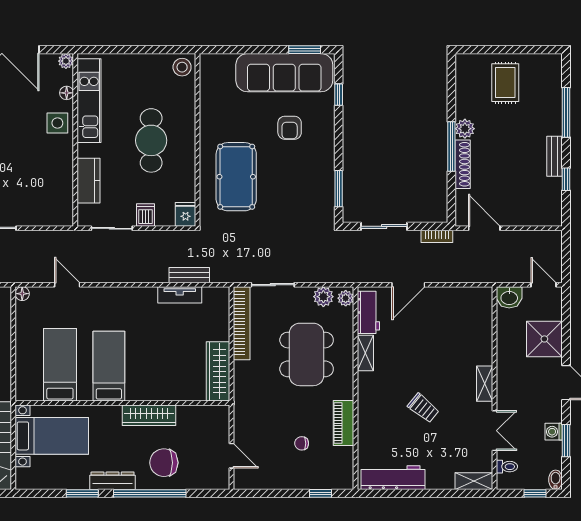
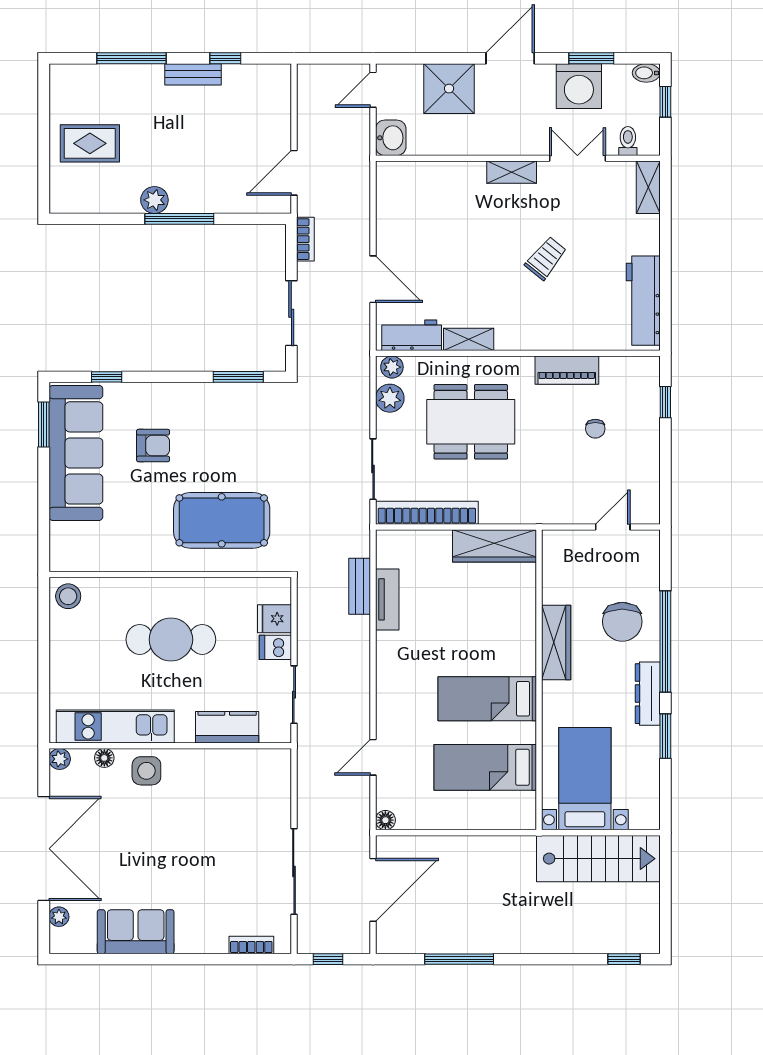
shoe rack: (463, 164) -> (204, 203), removed
fridge: (186, 214) -> (274, 619), moved
washing machine: (554, 432) -> (579, 86), width x1.89, depth x1.89

